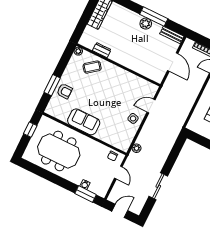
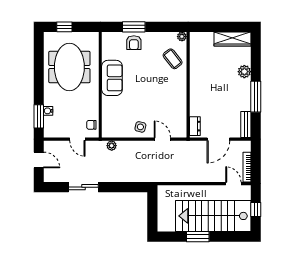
plant: (146, 24) -> (244, 72), moved
dresser: (102, 50) -> (195, 126), moved
window: (30, 130) -> (64, 27), moved
door: (118, 172) -> (77, 139), hinge flipped

